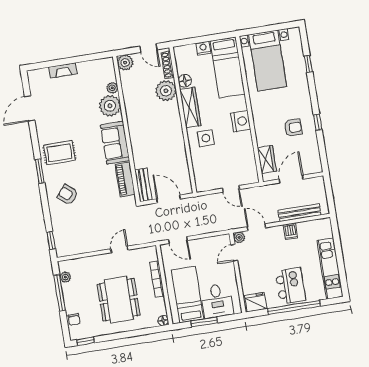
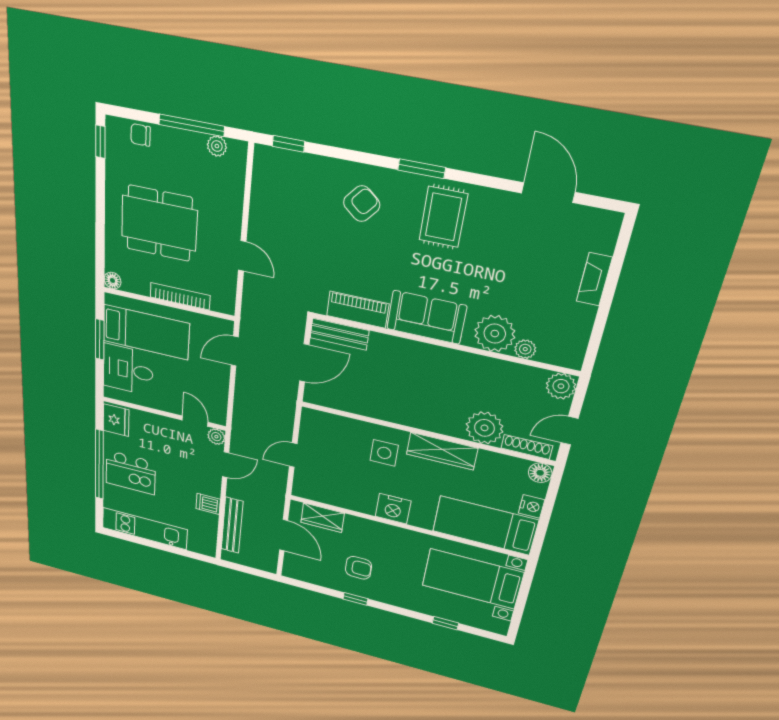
floor lamp: (185, 81) -> (540, 473), moved
armchair: (293, 128) -> (358, 568), turned -90

